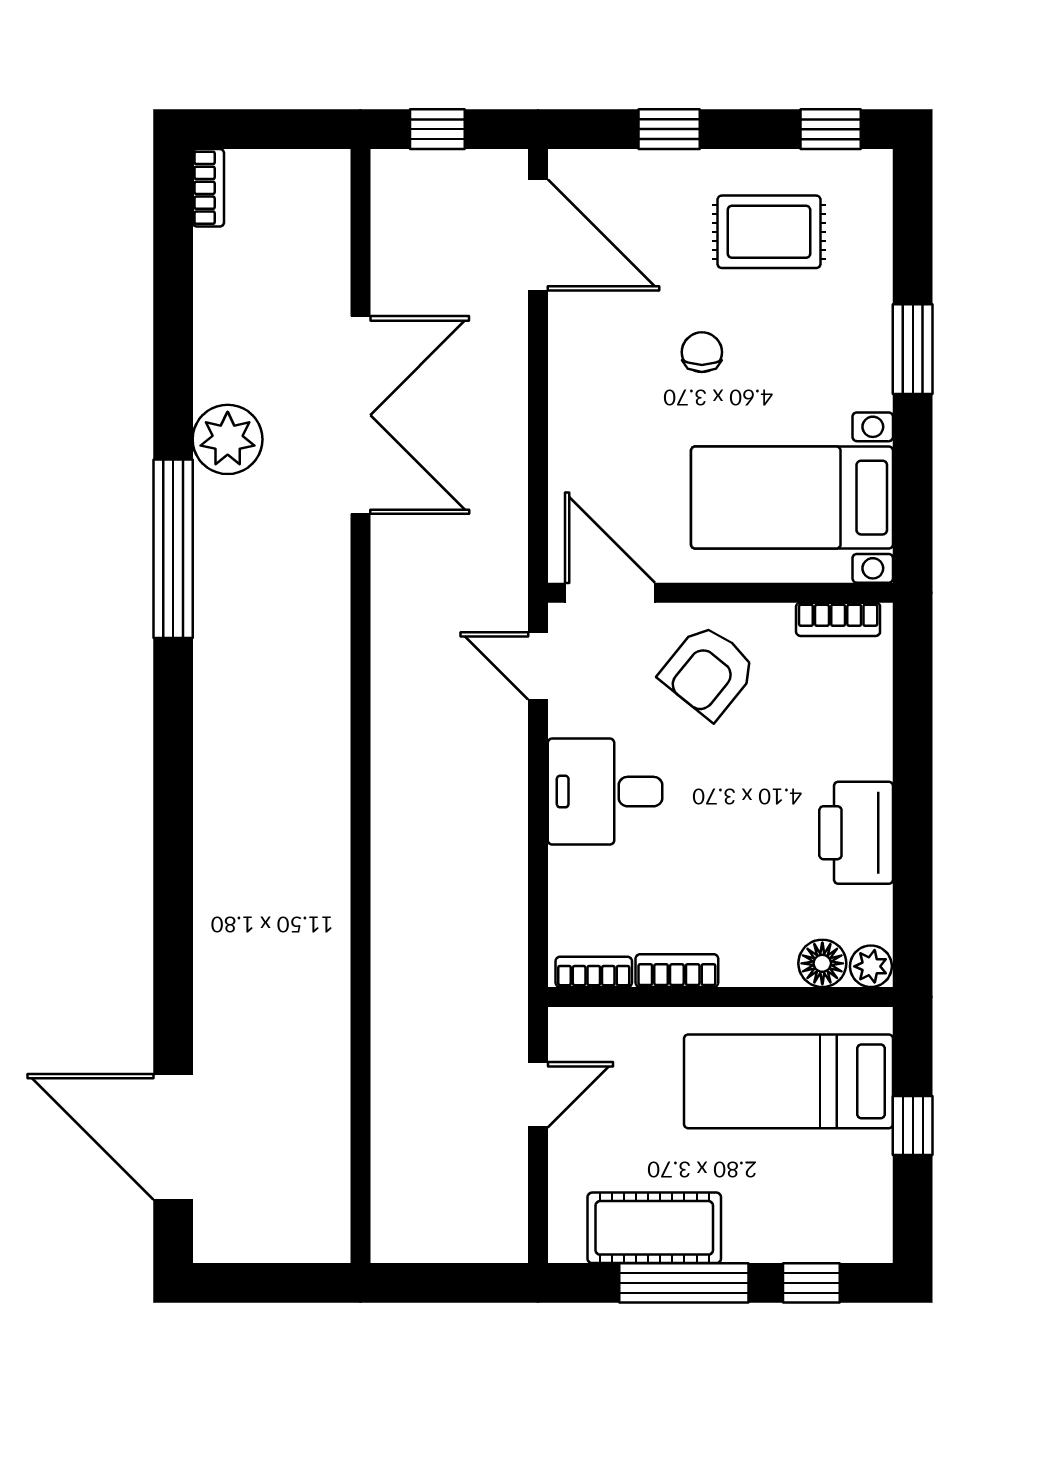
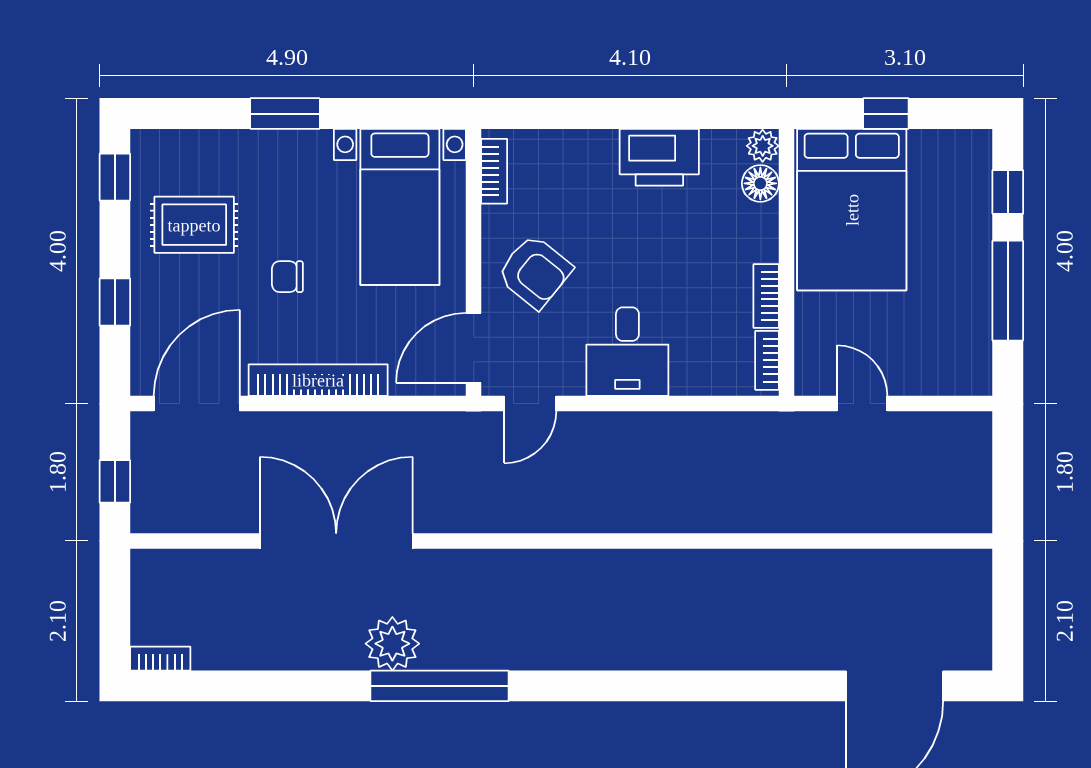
rug: (769, 232) -> (194, 225), turned 90
bookcase: (568, 392) -> (318, 380), added
plant: (228, 439) -> (392, 644), moved
bed: (789, 1081) -> (852, 210), width x1.50
cot: (654, 1228) -> (965, 314), removed

